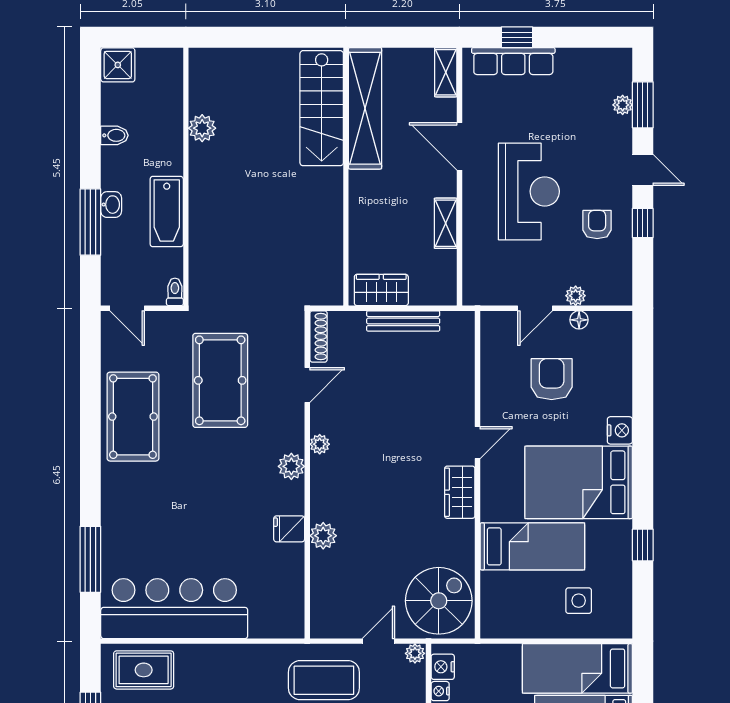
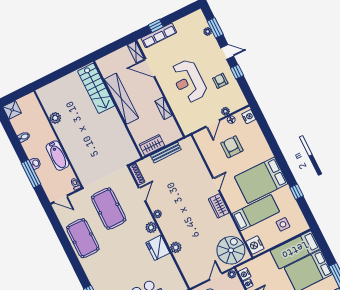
shelving: (365, 108) -> (121, 99), moved
door: (459, 146) -> (150, 68), moved
reception desk: (529, 191) -> (189, 81), turned 180
nightstand: (620, 430) -> (249, 117), moved
fridge: (289, 529) -> (158, 248), width x1.88, depth x1.34
nightstand: (496, 615) -> (255, 245), added

